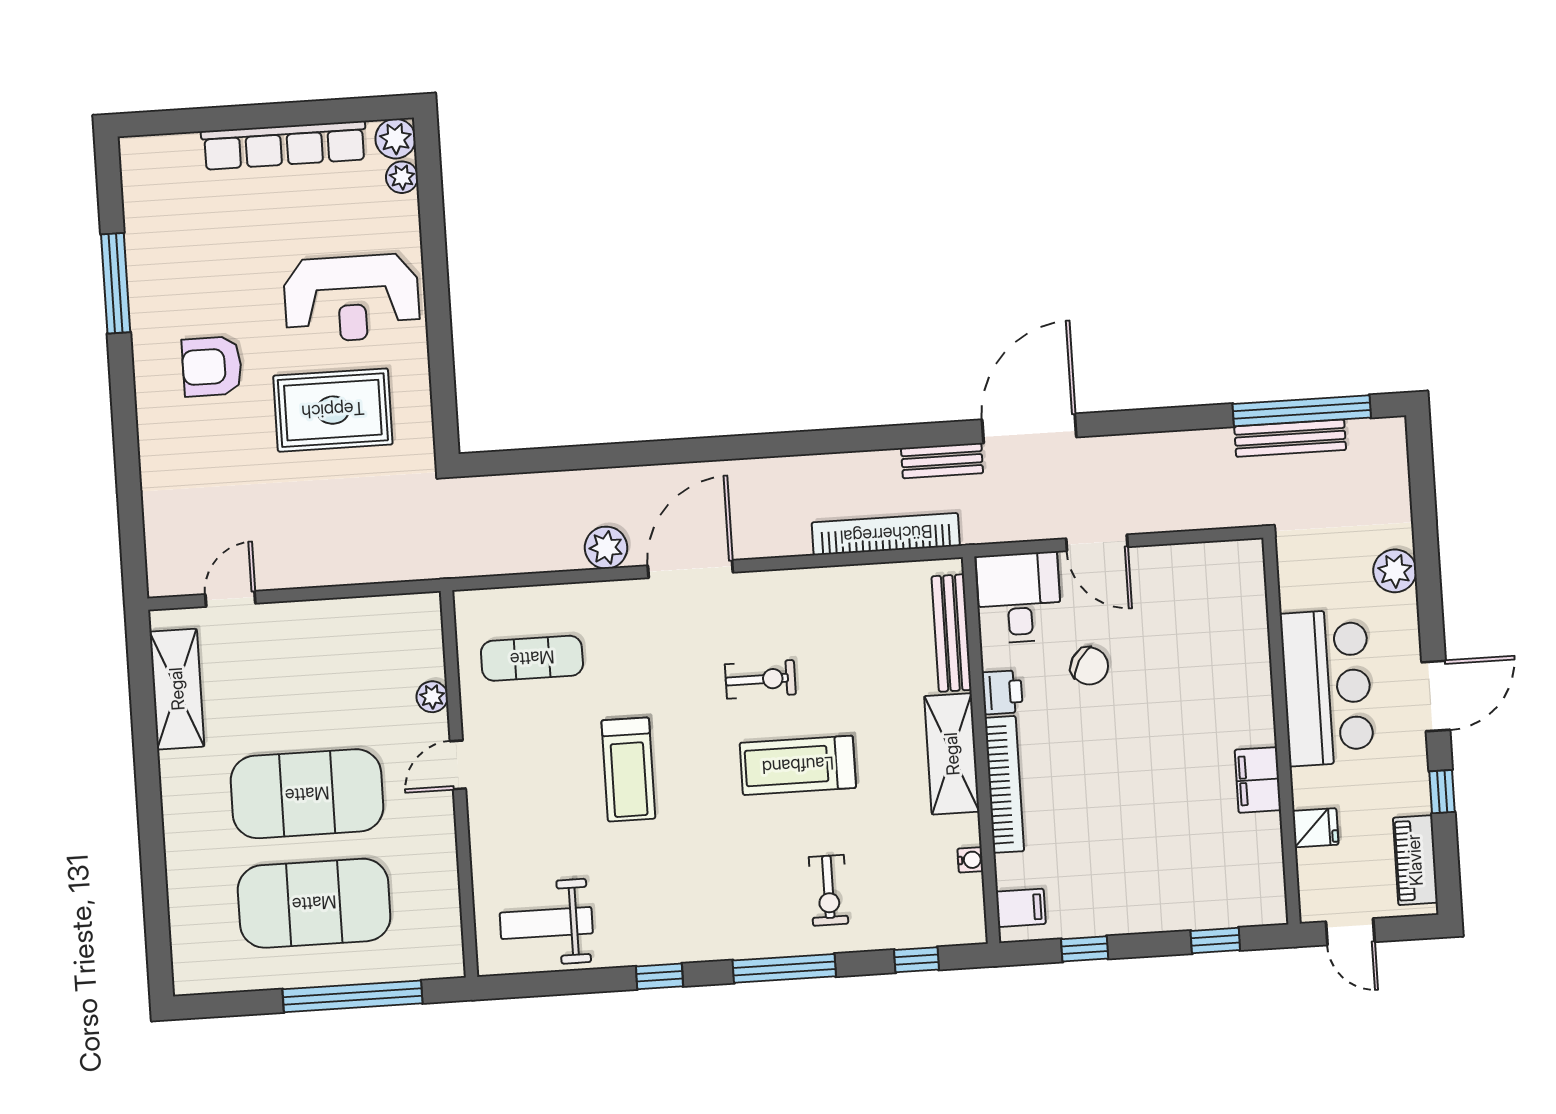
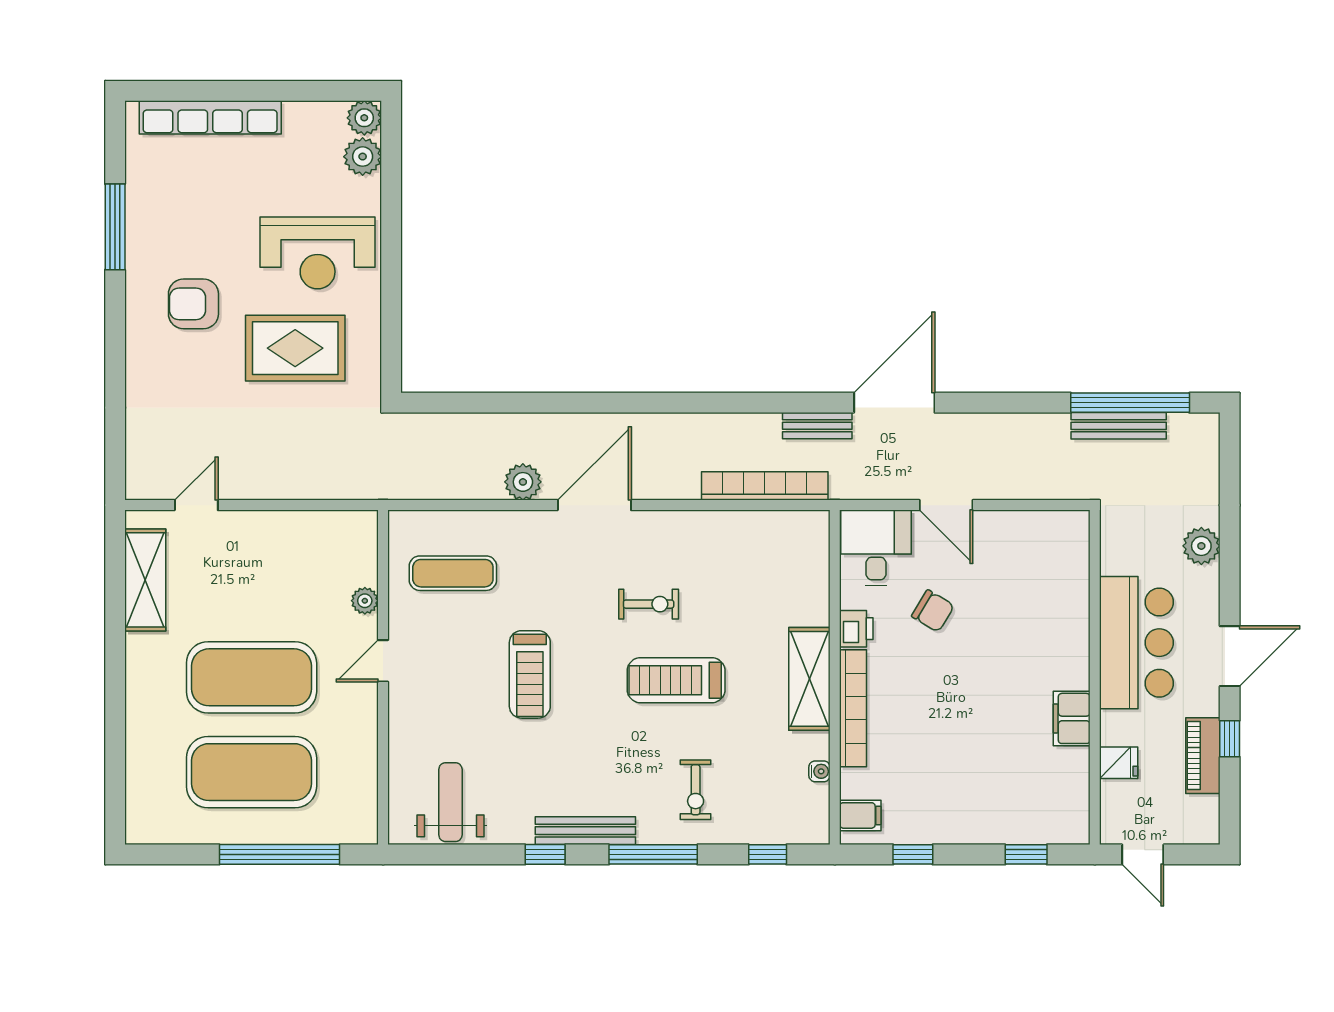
row of seats: (284, 145) -> (210, 117), moved
plant: (402, 177) -> (363, 157), width x1.38, depth x1.38
bench: (952, 633) -> (585, 831), moved, turned 90
piano: (1415, 860) -> (1203, 756), moved
weight bench: (546, 923) -> (450, 802), turned 90

